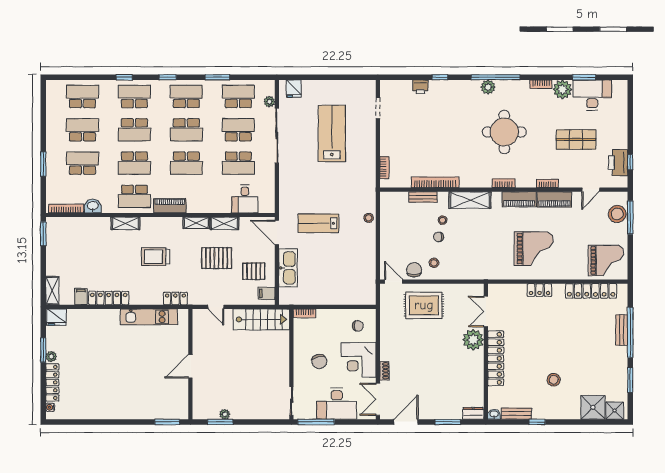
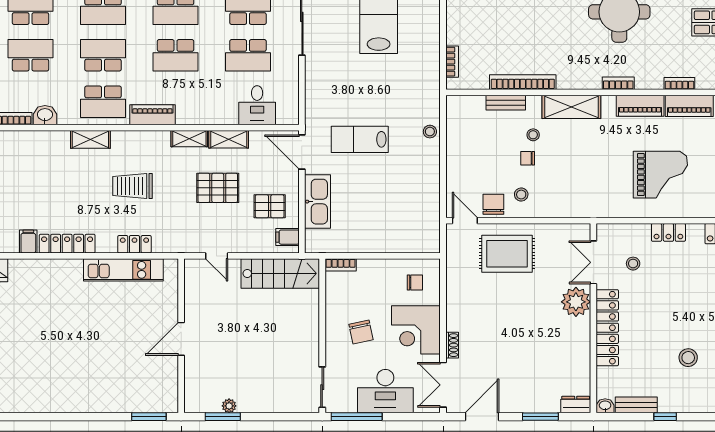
school desk: (134, 163) -> (103, 55), turned 180
locker: (175, 298) -> (134, 244), moved
stool: (514, 312) -> (633, 264), added

